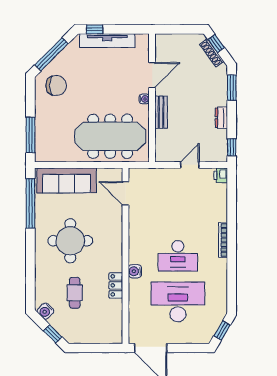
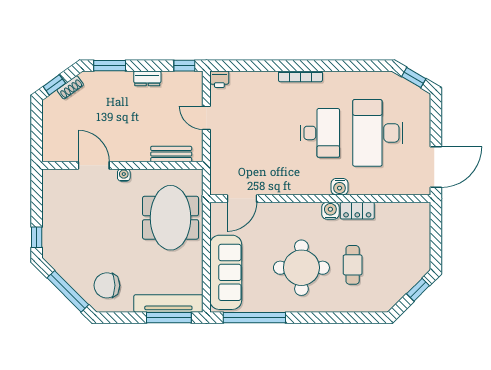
tv unit: (107, 41) -> (168, 303), moved, turned -90
shoe rack: (212, 53) -> (70, 87), width x0.70
chair: (56, 86) -> (107, 285), turned -90
bench: (161, 112) -> (171, 154), moved
meeting table: (110, 136) -> (171, 218), width x0.73
cafe table: (75, 293) -> (353, 265), moved, turned 90
water cooler: (45, 311) -> (330, 211), moved, turned -135

